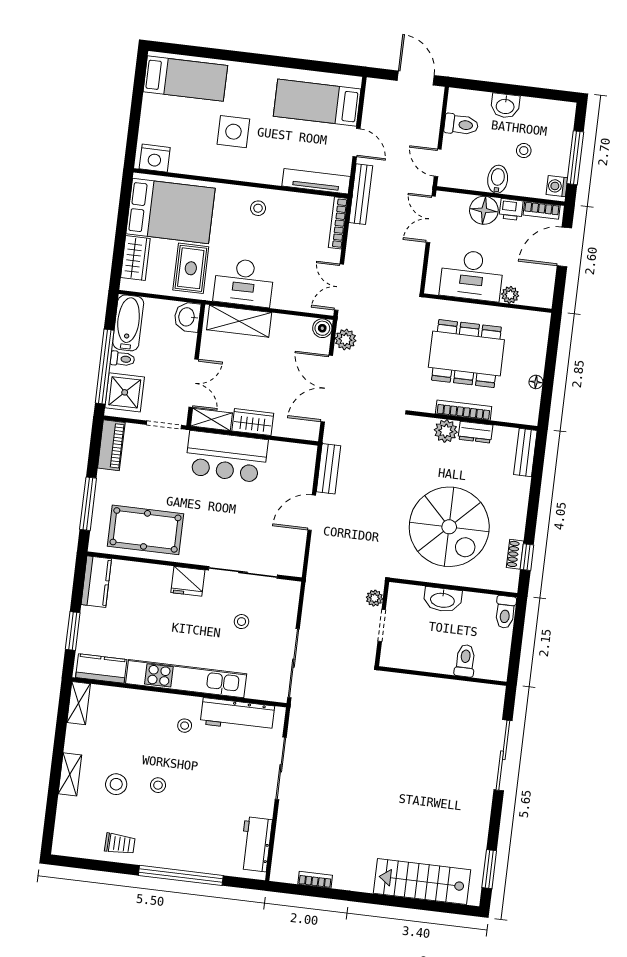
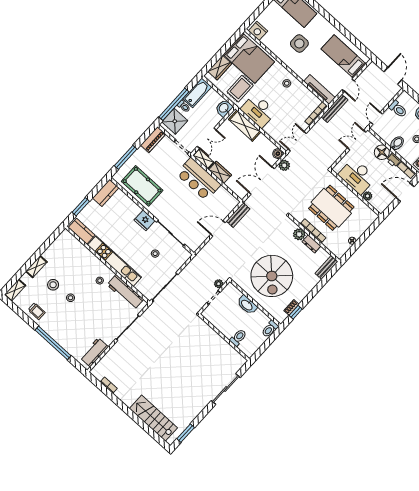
shelving: (79, 703) -> (15, 290), moved

